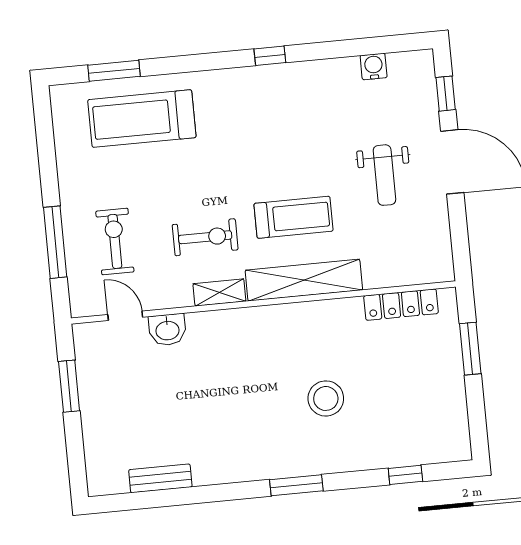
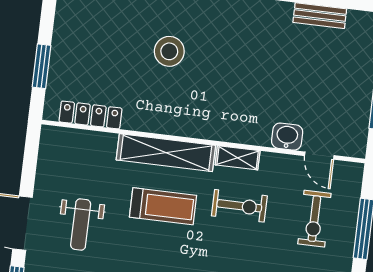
weight bench: (384, 175) -> (81, 224), turned 180
treadmill: (294, 217) -> (163, 206), turned 180
exercise bike: (205, 237) -> (239, 206), turned 180

